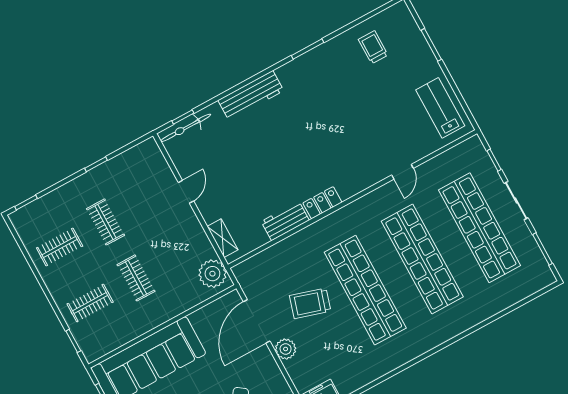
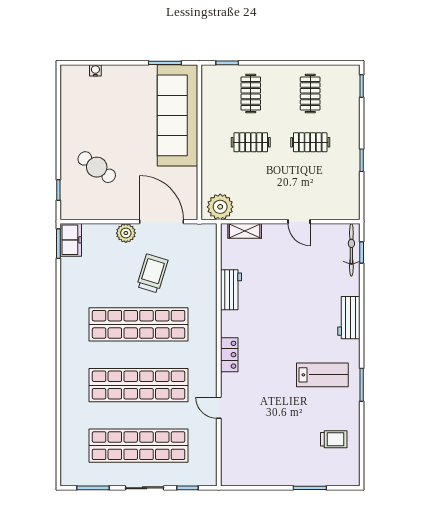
workbench: (251, 95) -> (349, 318), width x0.73
lab bench: (440, 108) -> (322, 375), moved
locker: (322, 203) -> (229, 355), moved

